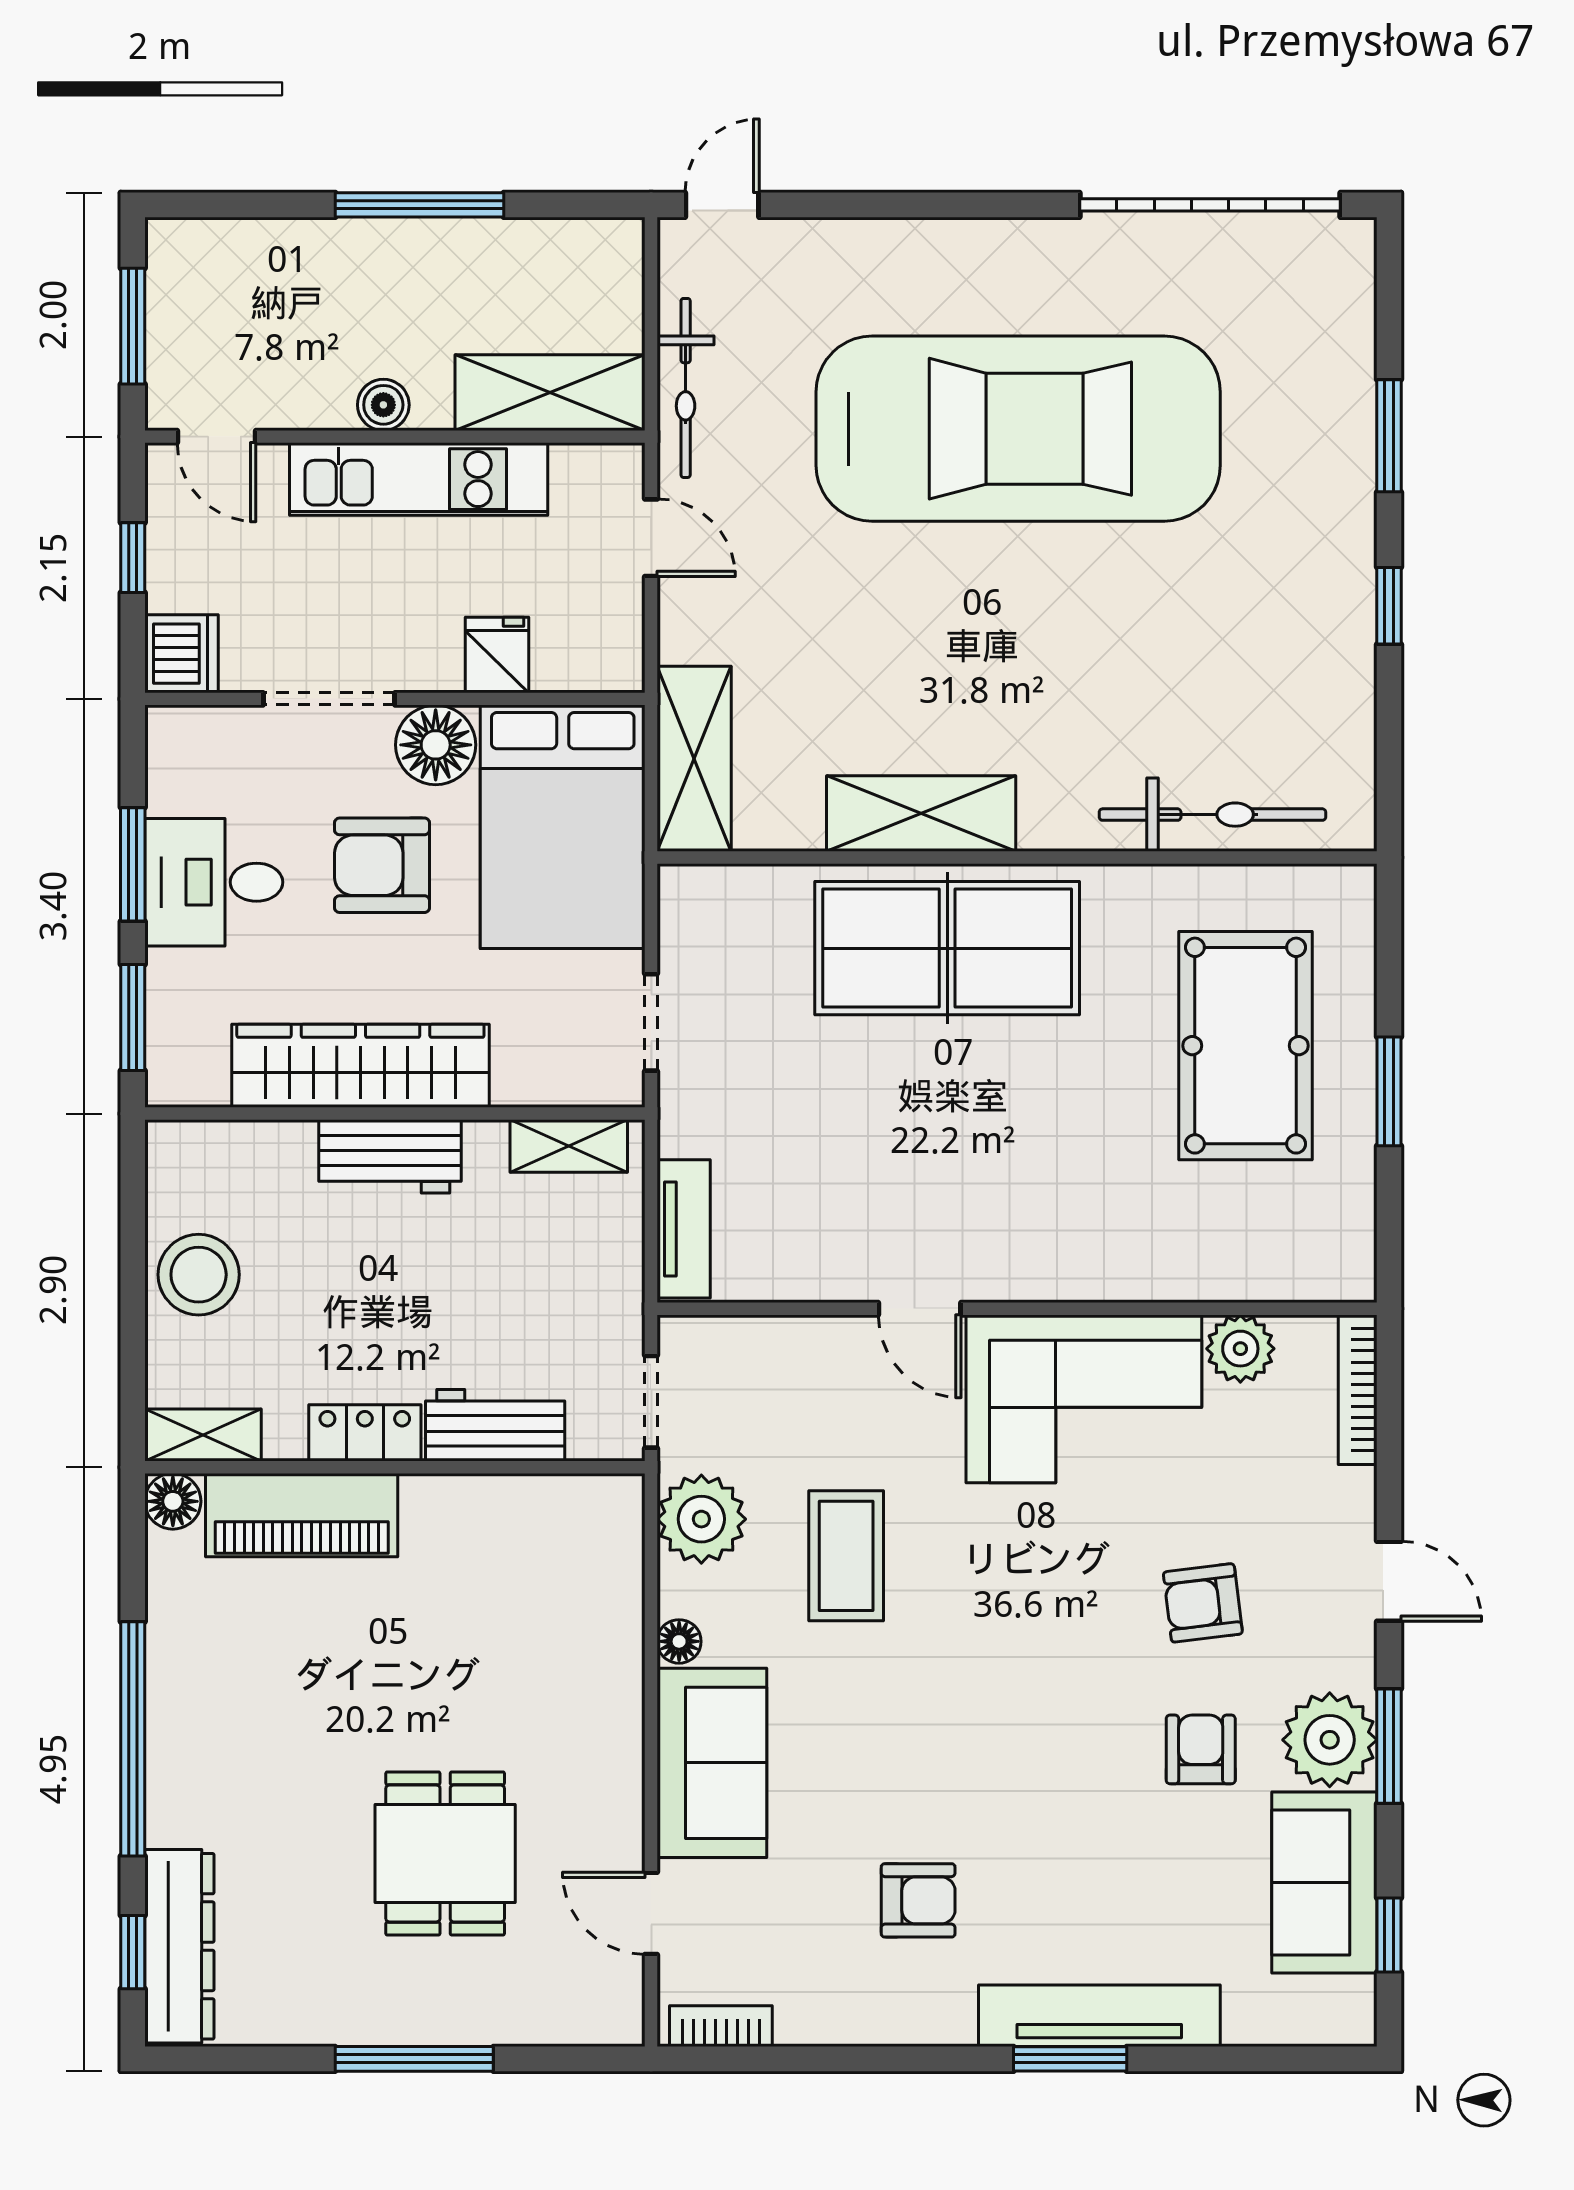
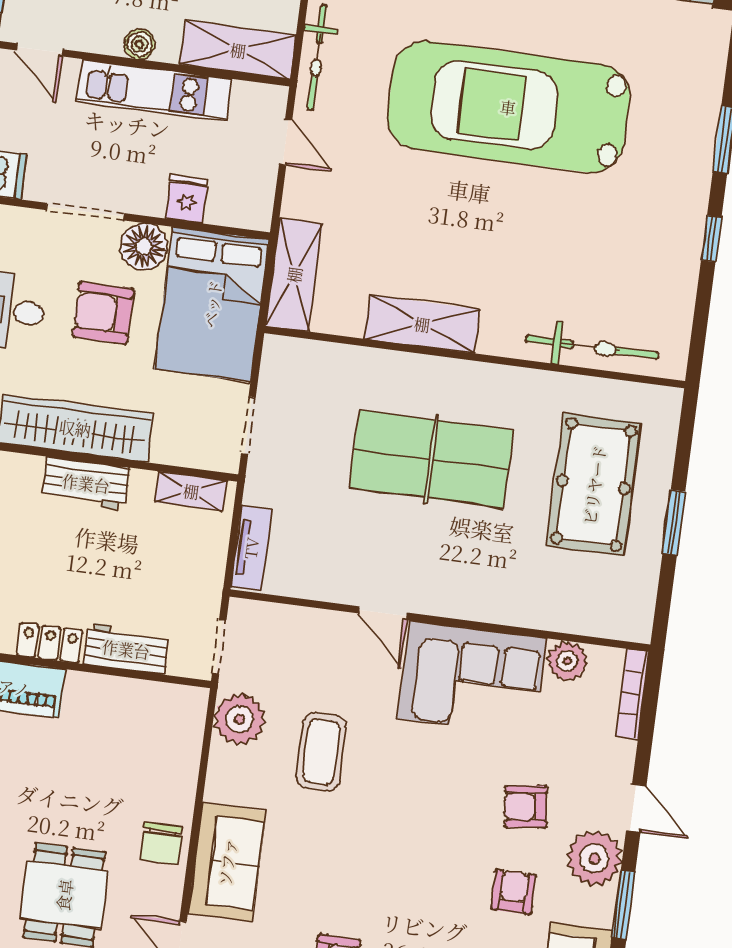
car: (1018, 429) -> (508, 107), turned 180
table tennis table: (947, 948) -> (431, 459), moved
floor lamp: (679, 1641) -> (217, 789), removed
plant: (1330, 1740) -> (594, 858), moved
chair: (597, 1745) -> (161, 843), added

